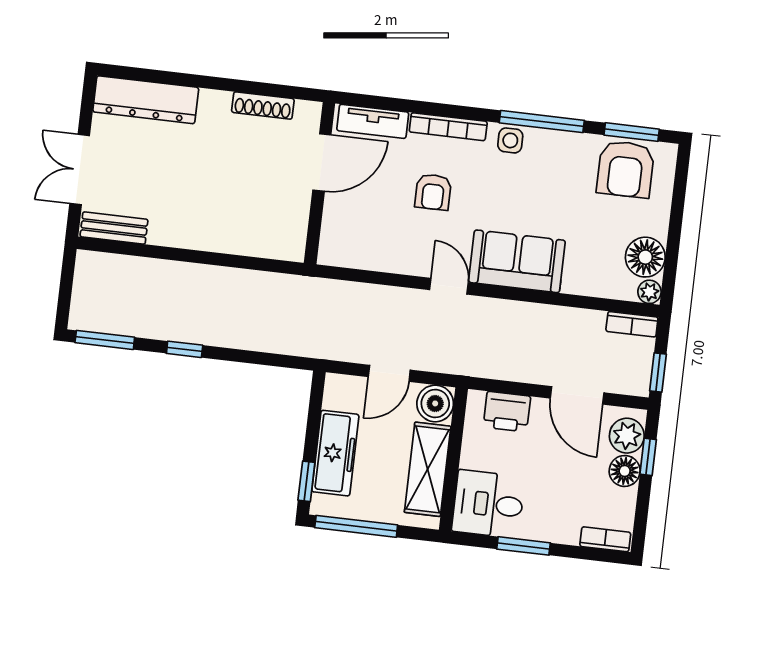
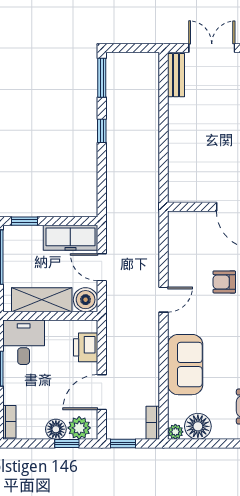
sofa: (517, 261) -> (185, 365), moved
freezer: (335, 453) -> (70, 238), moved

